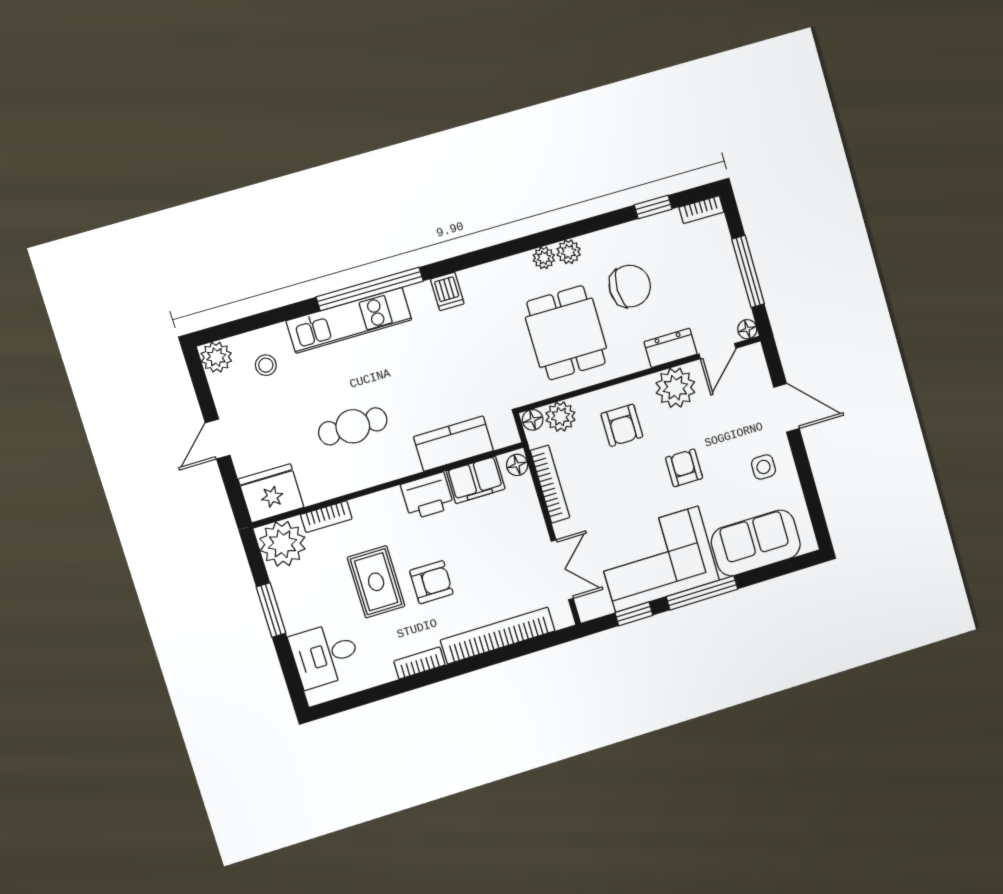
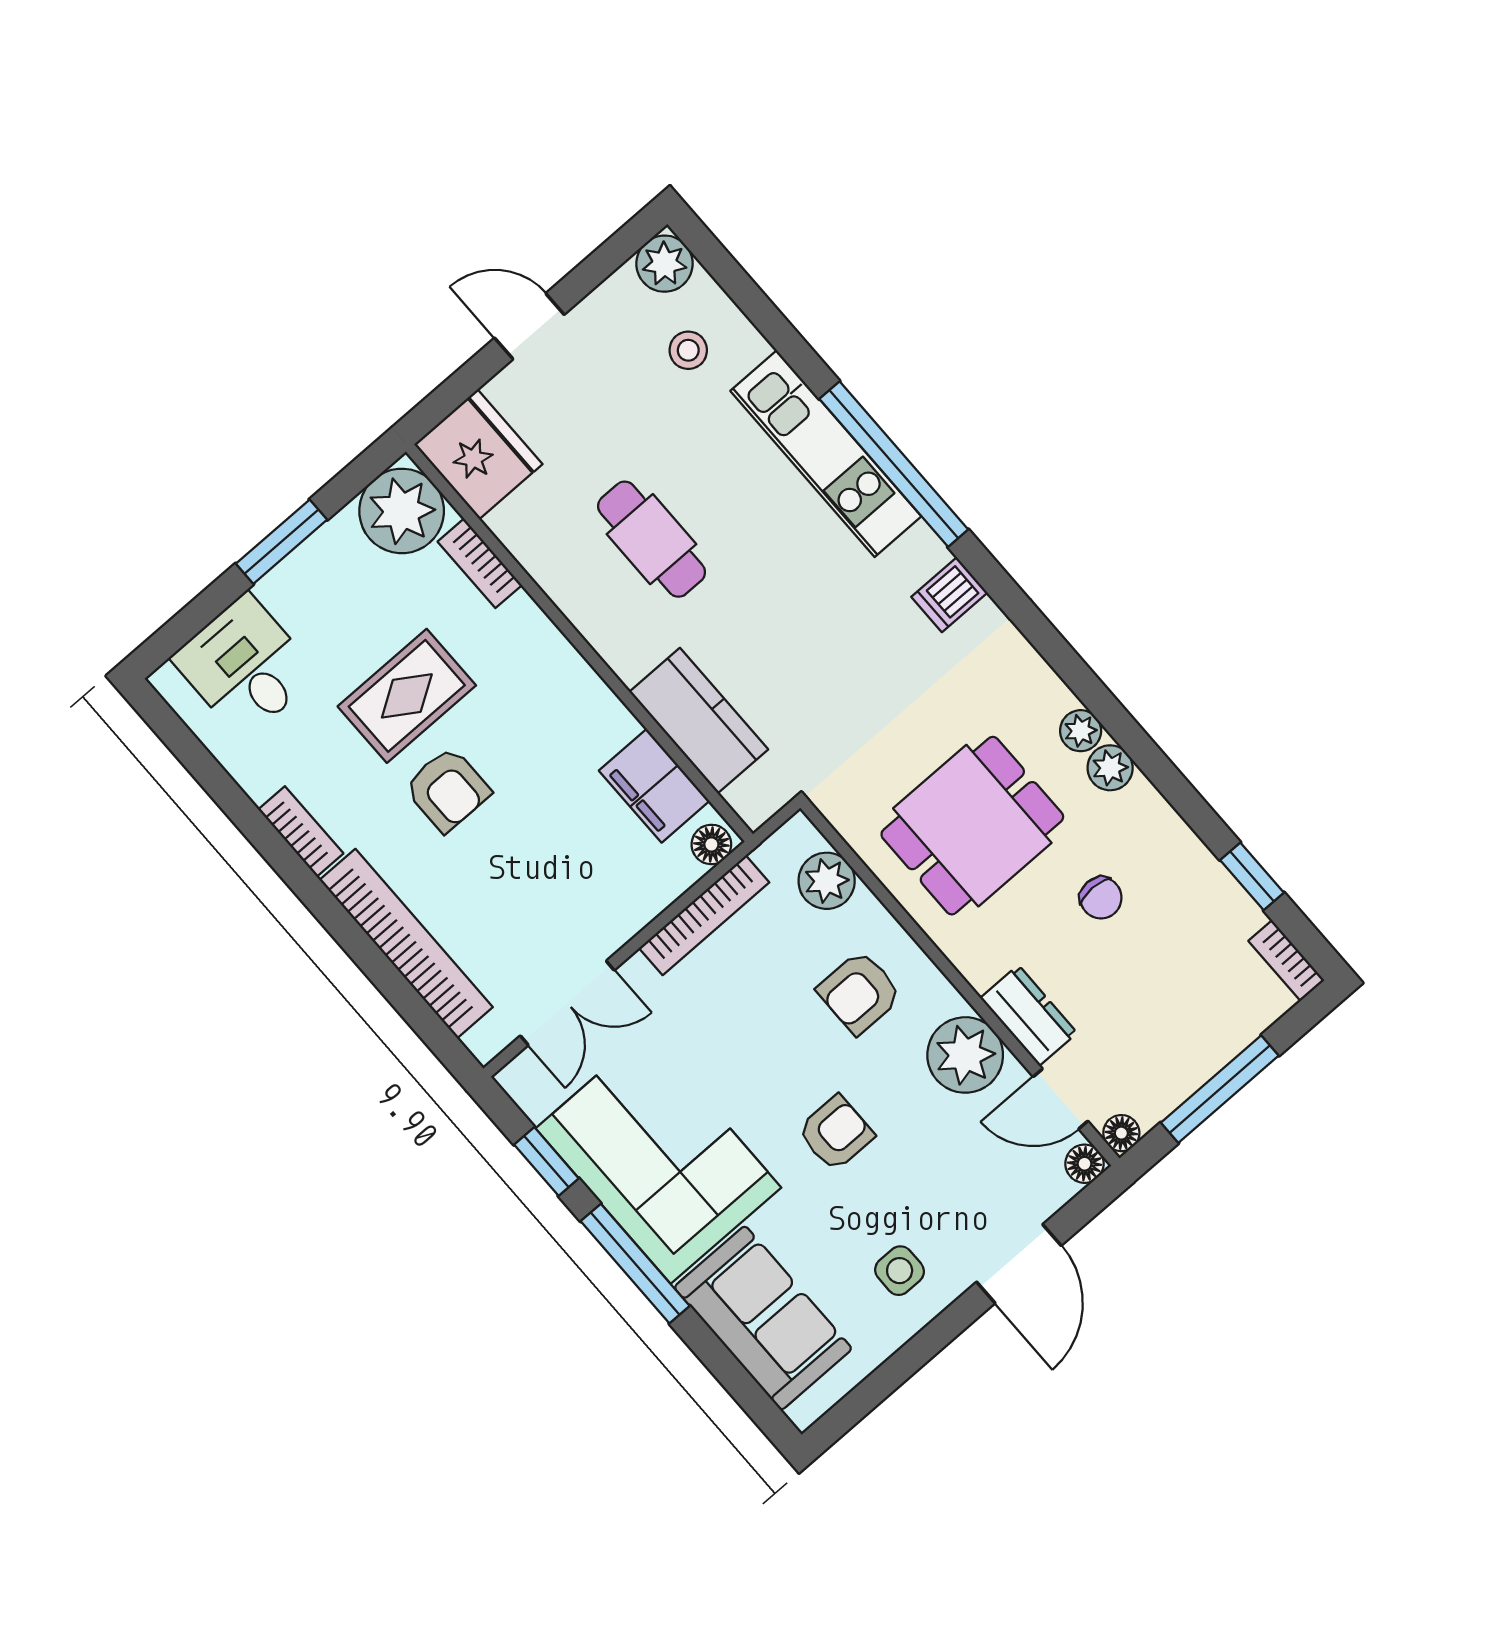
chair: (630, 286) -> (1101, 898), width x0.54, depth x0.54
floor lamp: (533, 420) -> (1084, 1164), moved
printer: (427, 496) -> (590, 717), removed

